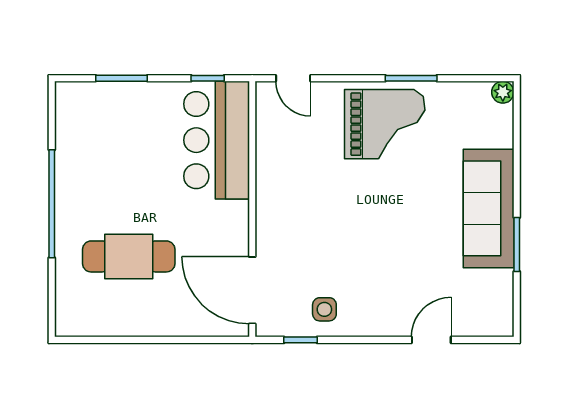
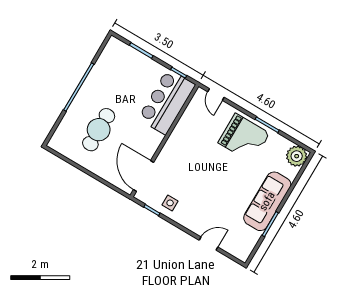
plant: (503, 92) -> (297, 156), width x1.88, depth x1.88
cafe table: (129, 256) -> (99, 130), turned 90

